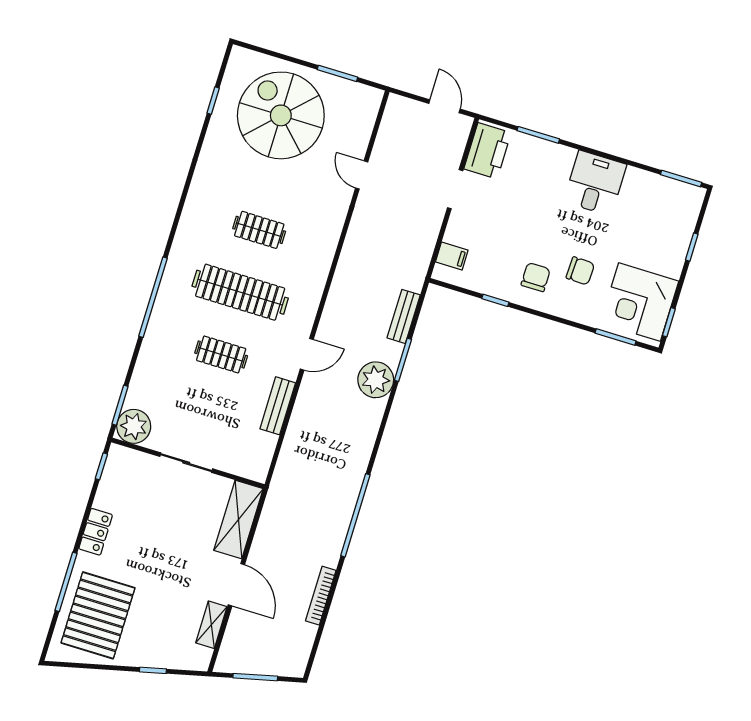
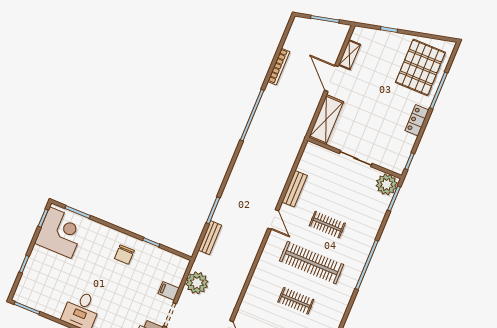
filing cabinet: (452, 256) -> (169, 291), moved
chair: (580, 271) -> (96, 256), removed
door: (307, 354) -> (273, 219), swing flipped
plant: (376, 380) -> (197, 283), moved

